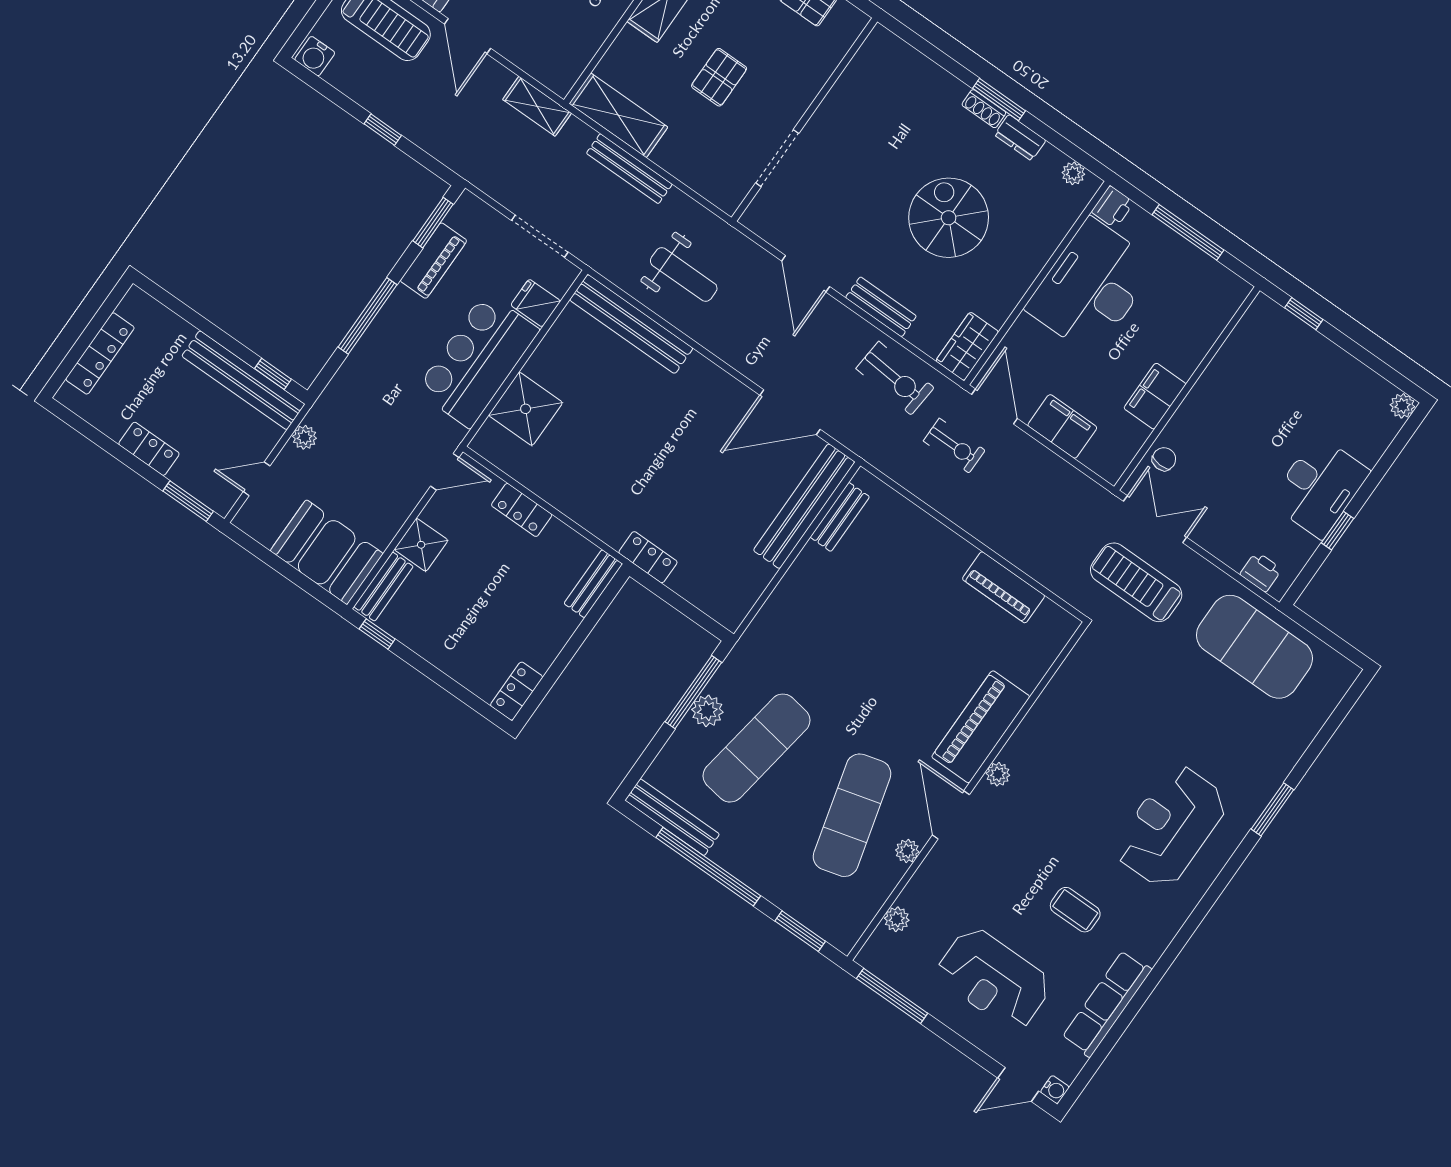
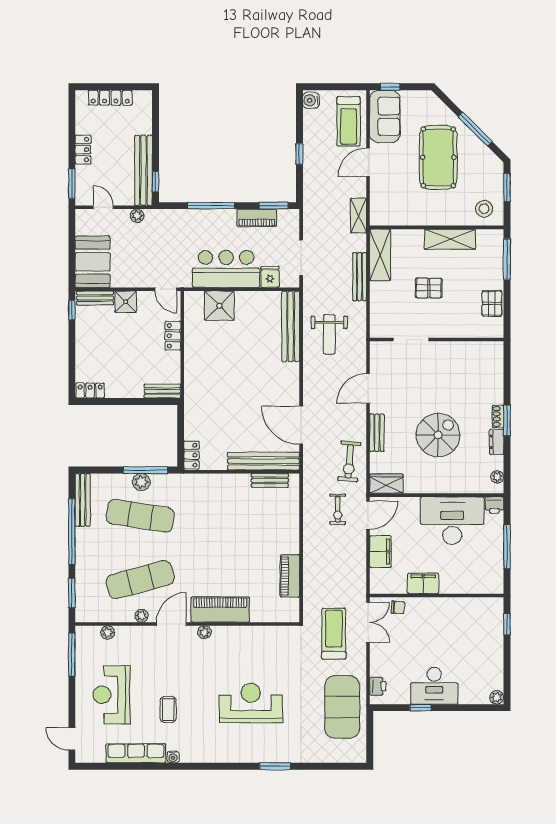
locker: (648, 557) -> (191, 455), moved
reception desk: (1171, 826) -> (251, 703), moved
water cooler: (1055, 1090) -> (173, 757), moved

